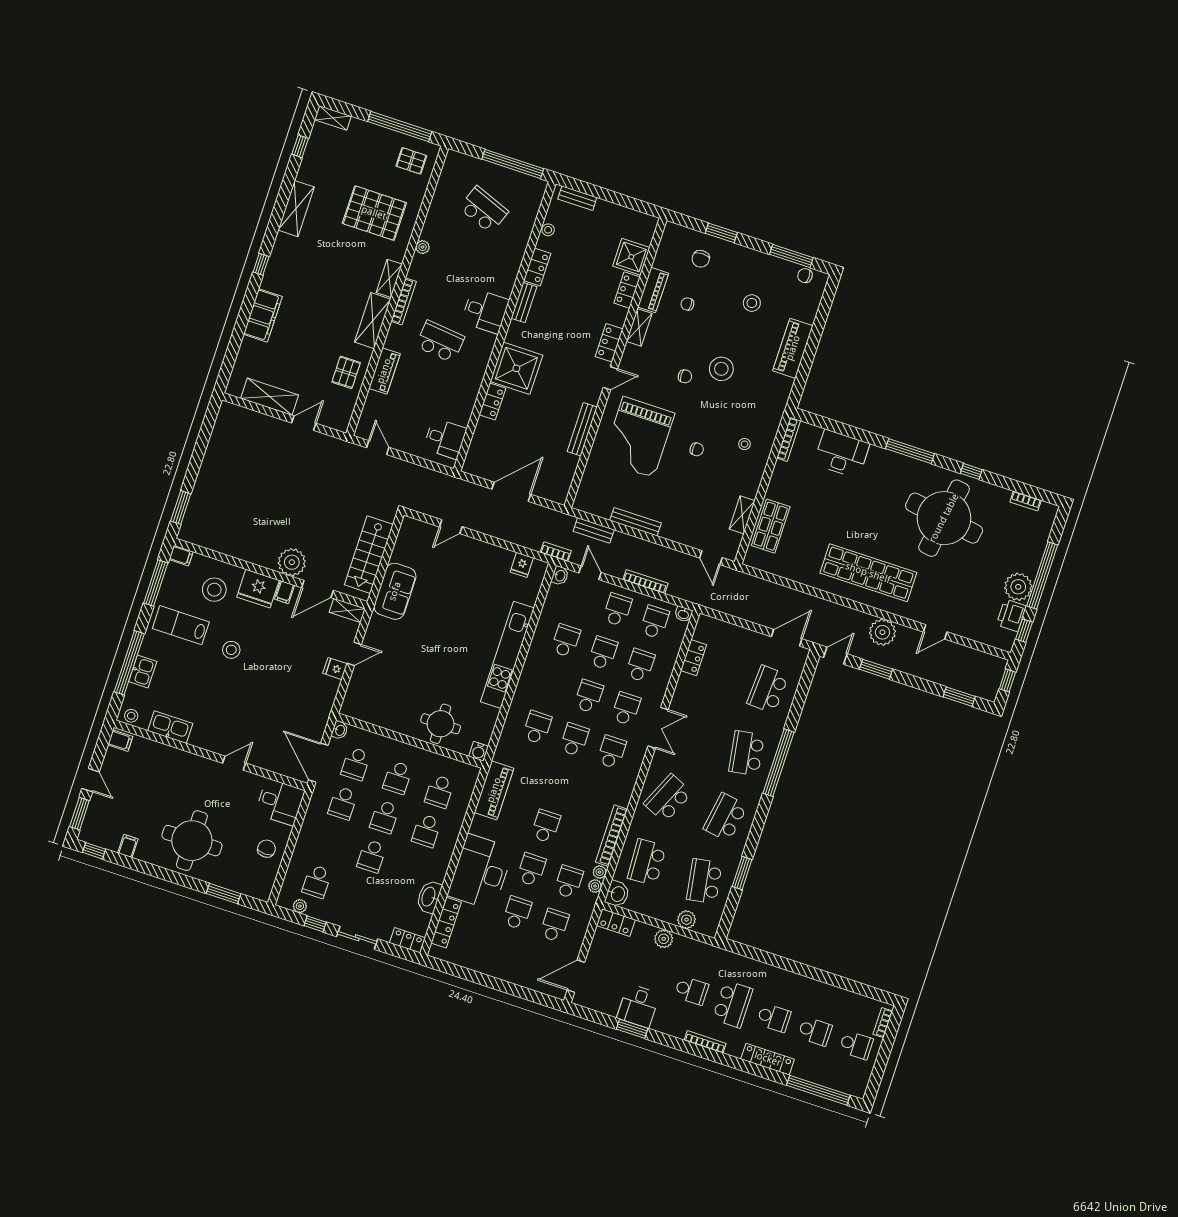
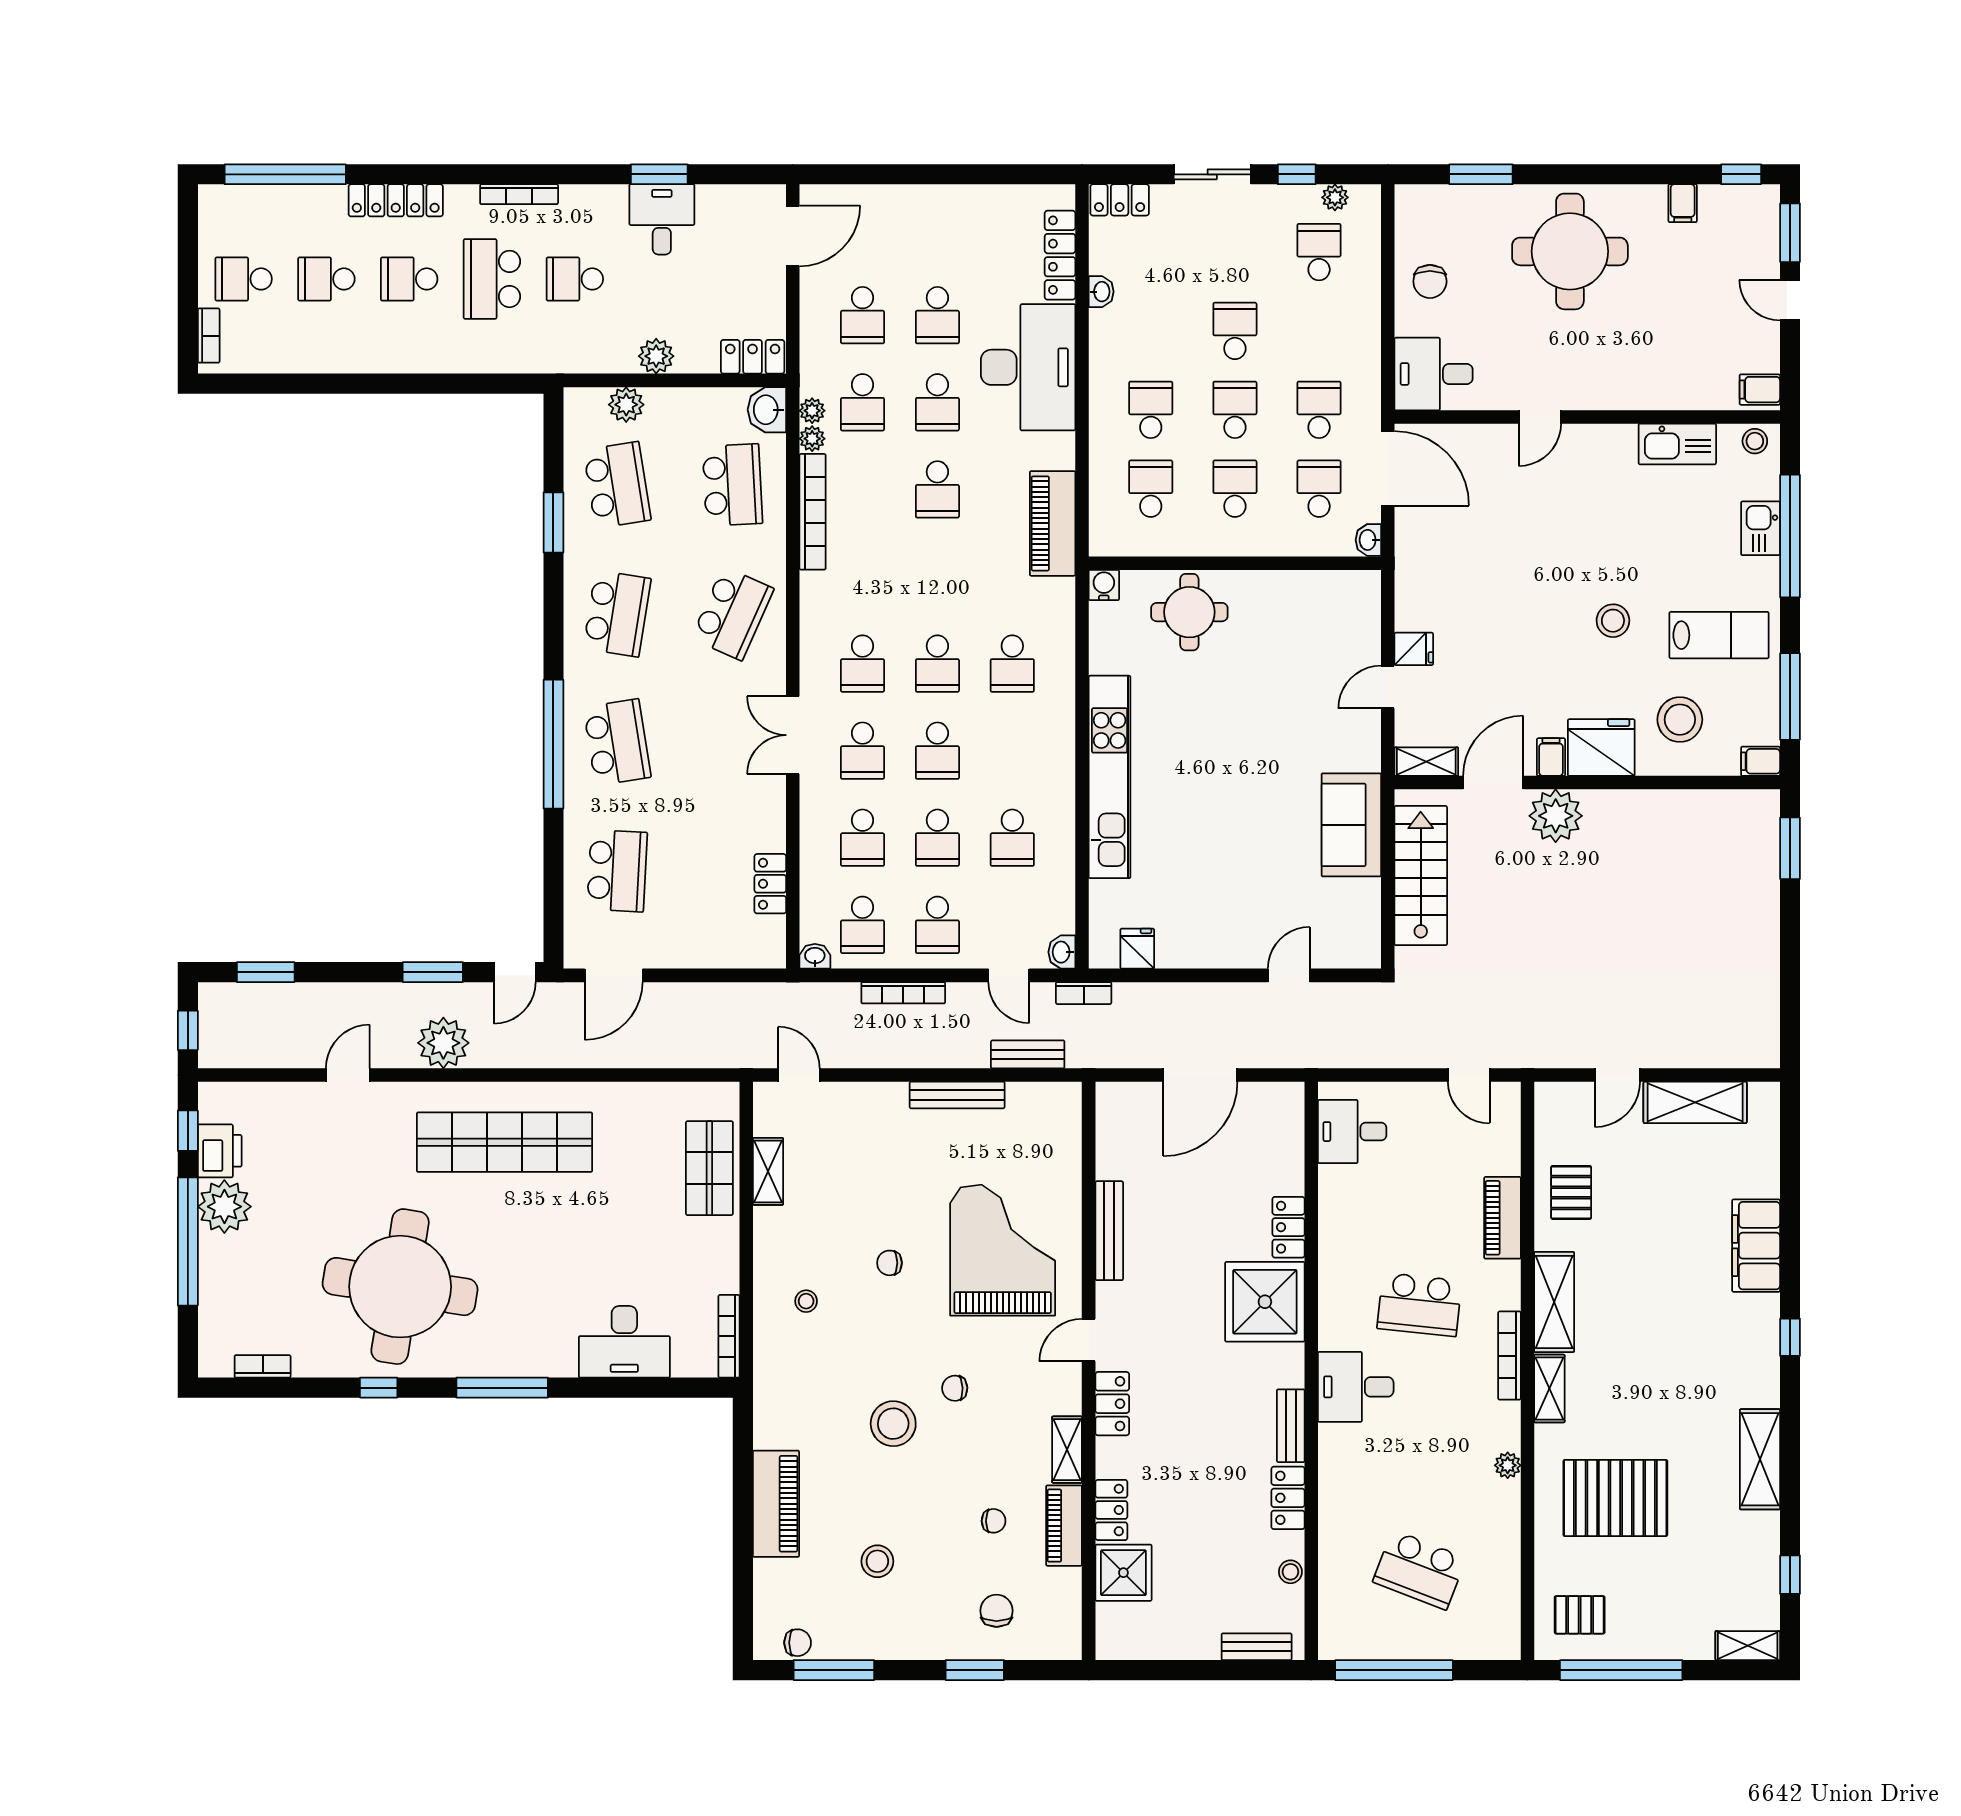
washbasin: (429, 897) -> (1101, 292), width x0.52, depth x0.69

